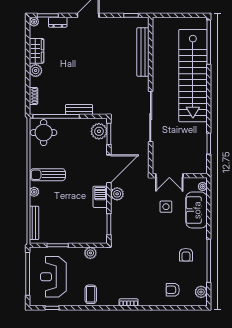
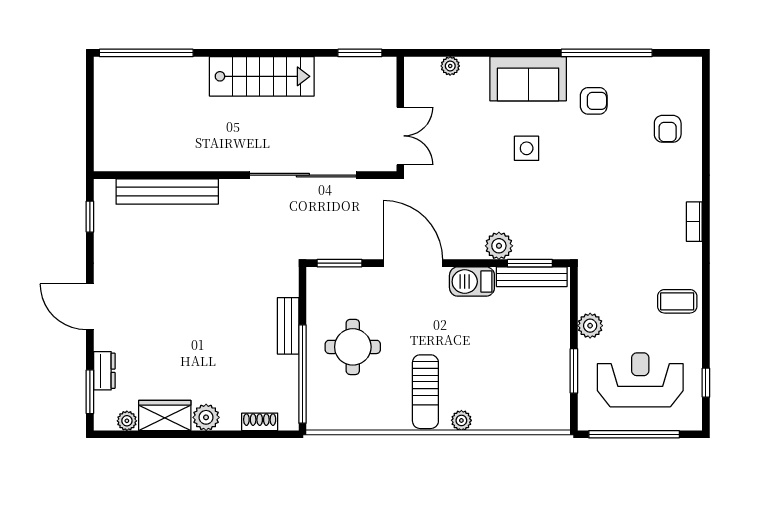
plant: (34, 22) -> (127, 421), moved
stairs: (193, 76) -> (262, 76), width x0.54, depth x0.66
plant: (99, 131) -> (334, 284), removed
round table: (44, 133) -> (353, 347), moved
double door: (169, 176) -> (400, 136), moved
wall: (180, 176) -> (400, 114), moved
plant: (117, 194) -> (499, 246), moved
side table: (166, 207) -> (527, 148), moved
sofa: (197, 210) -> (528, 79), moved
bench: (34, 223) -> (532, 277), moved
plant: (90, 253) -> (590, 326), moved
reception desk: (53, 277) -> (640, 380), turned 180
plant: (201, 292) -> (672, 69), removed

